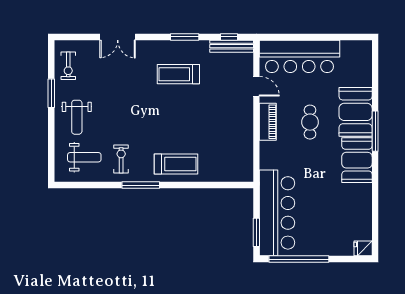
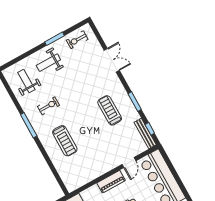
double door: (118, 37) -> (112, 60), swing flipped
weight bench: (84, 157) -> (26, 81), turned 180
exercise bike: (121, 159) -> (49, 106), moved
treadmill: (176, 164) -> (65, 141), moved

